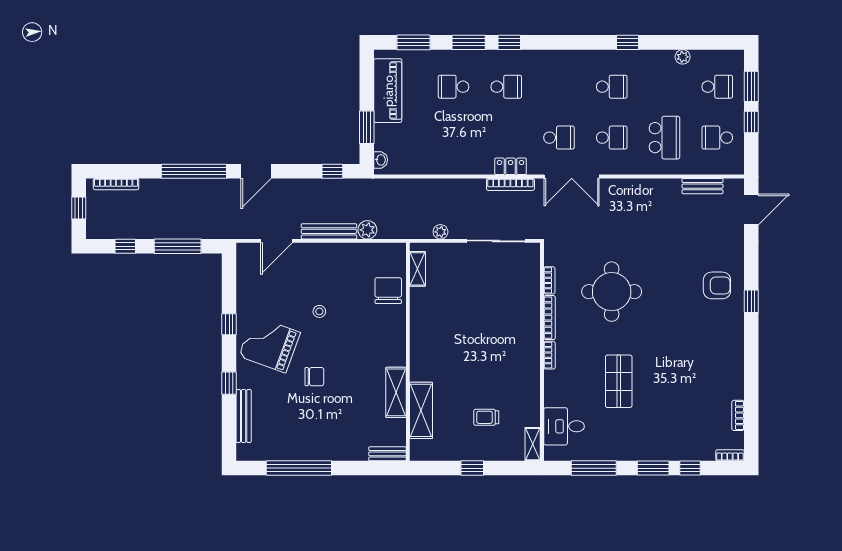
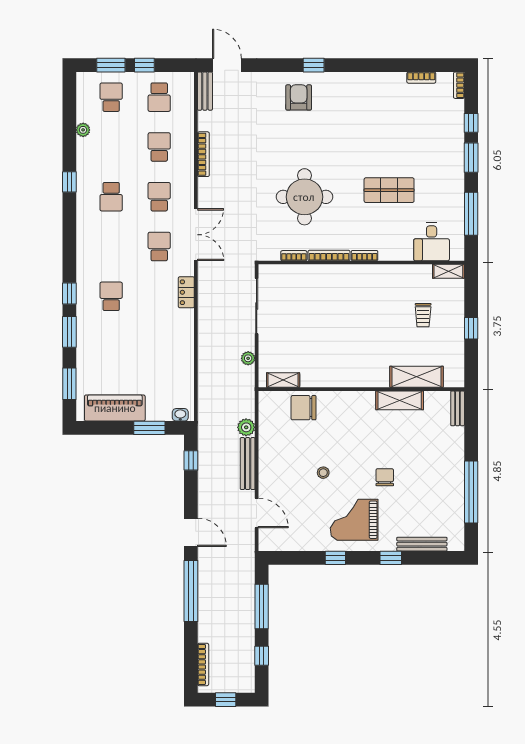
school desk: (453, 87) -> (111, 346), removed
school desk: (612, 87) -> (111, 197), turned 180
school desk: (665, 138) -> (159, 147), width x0.54
bookcase: (510, 184) -> (203, 154), moved
bench: (702, 186) -> (205, 91), moved
grand piano: (269, 344) -> (354, 520), turned 70

